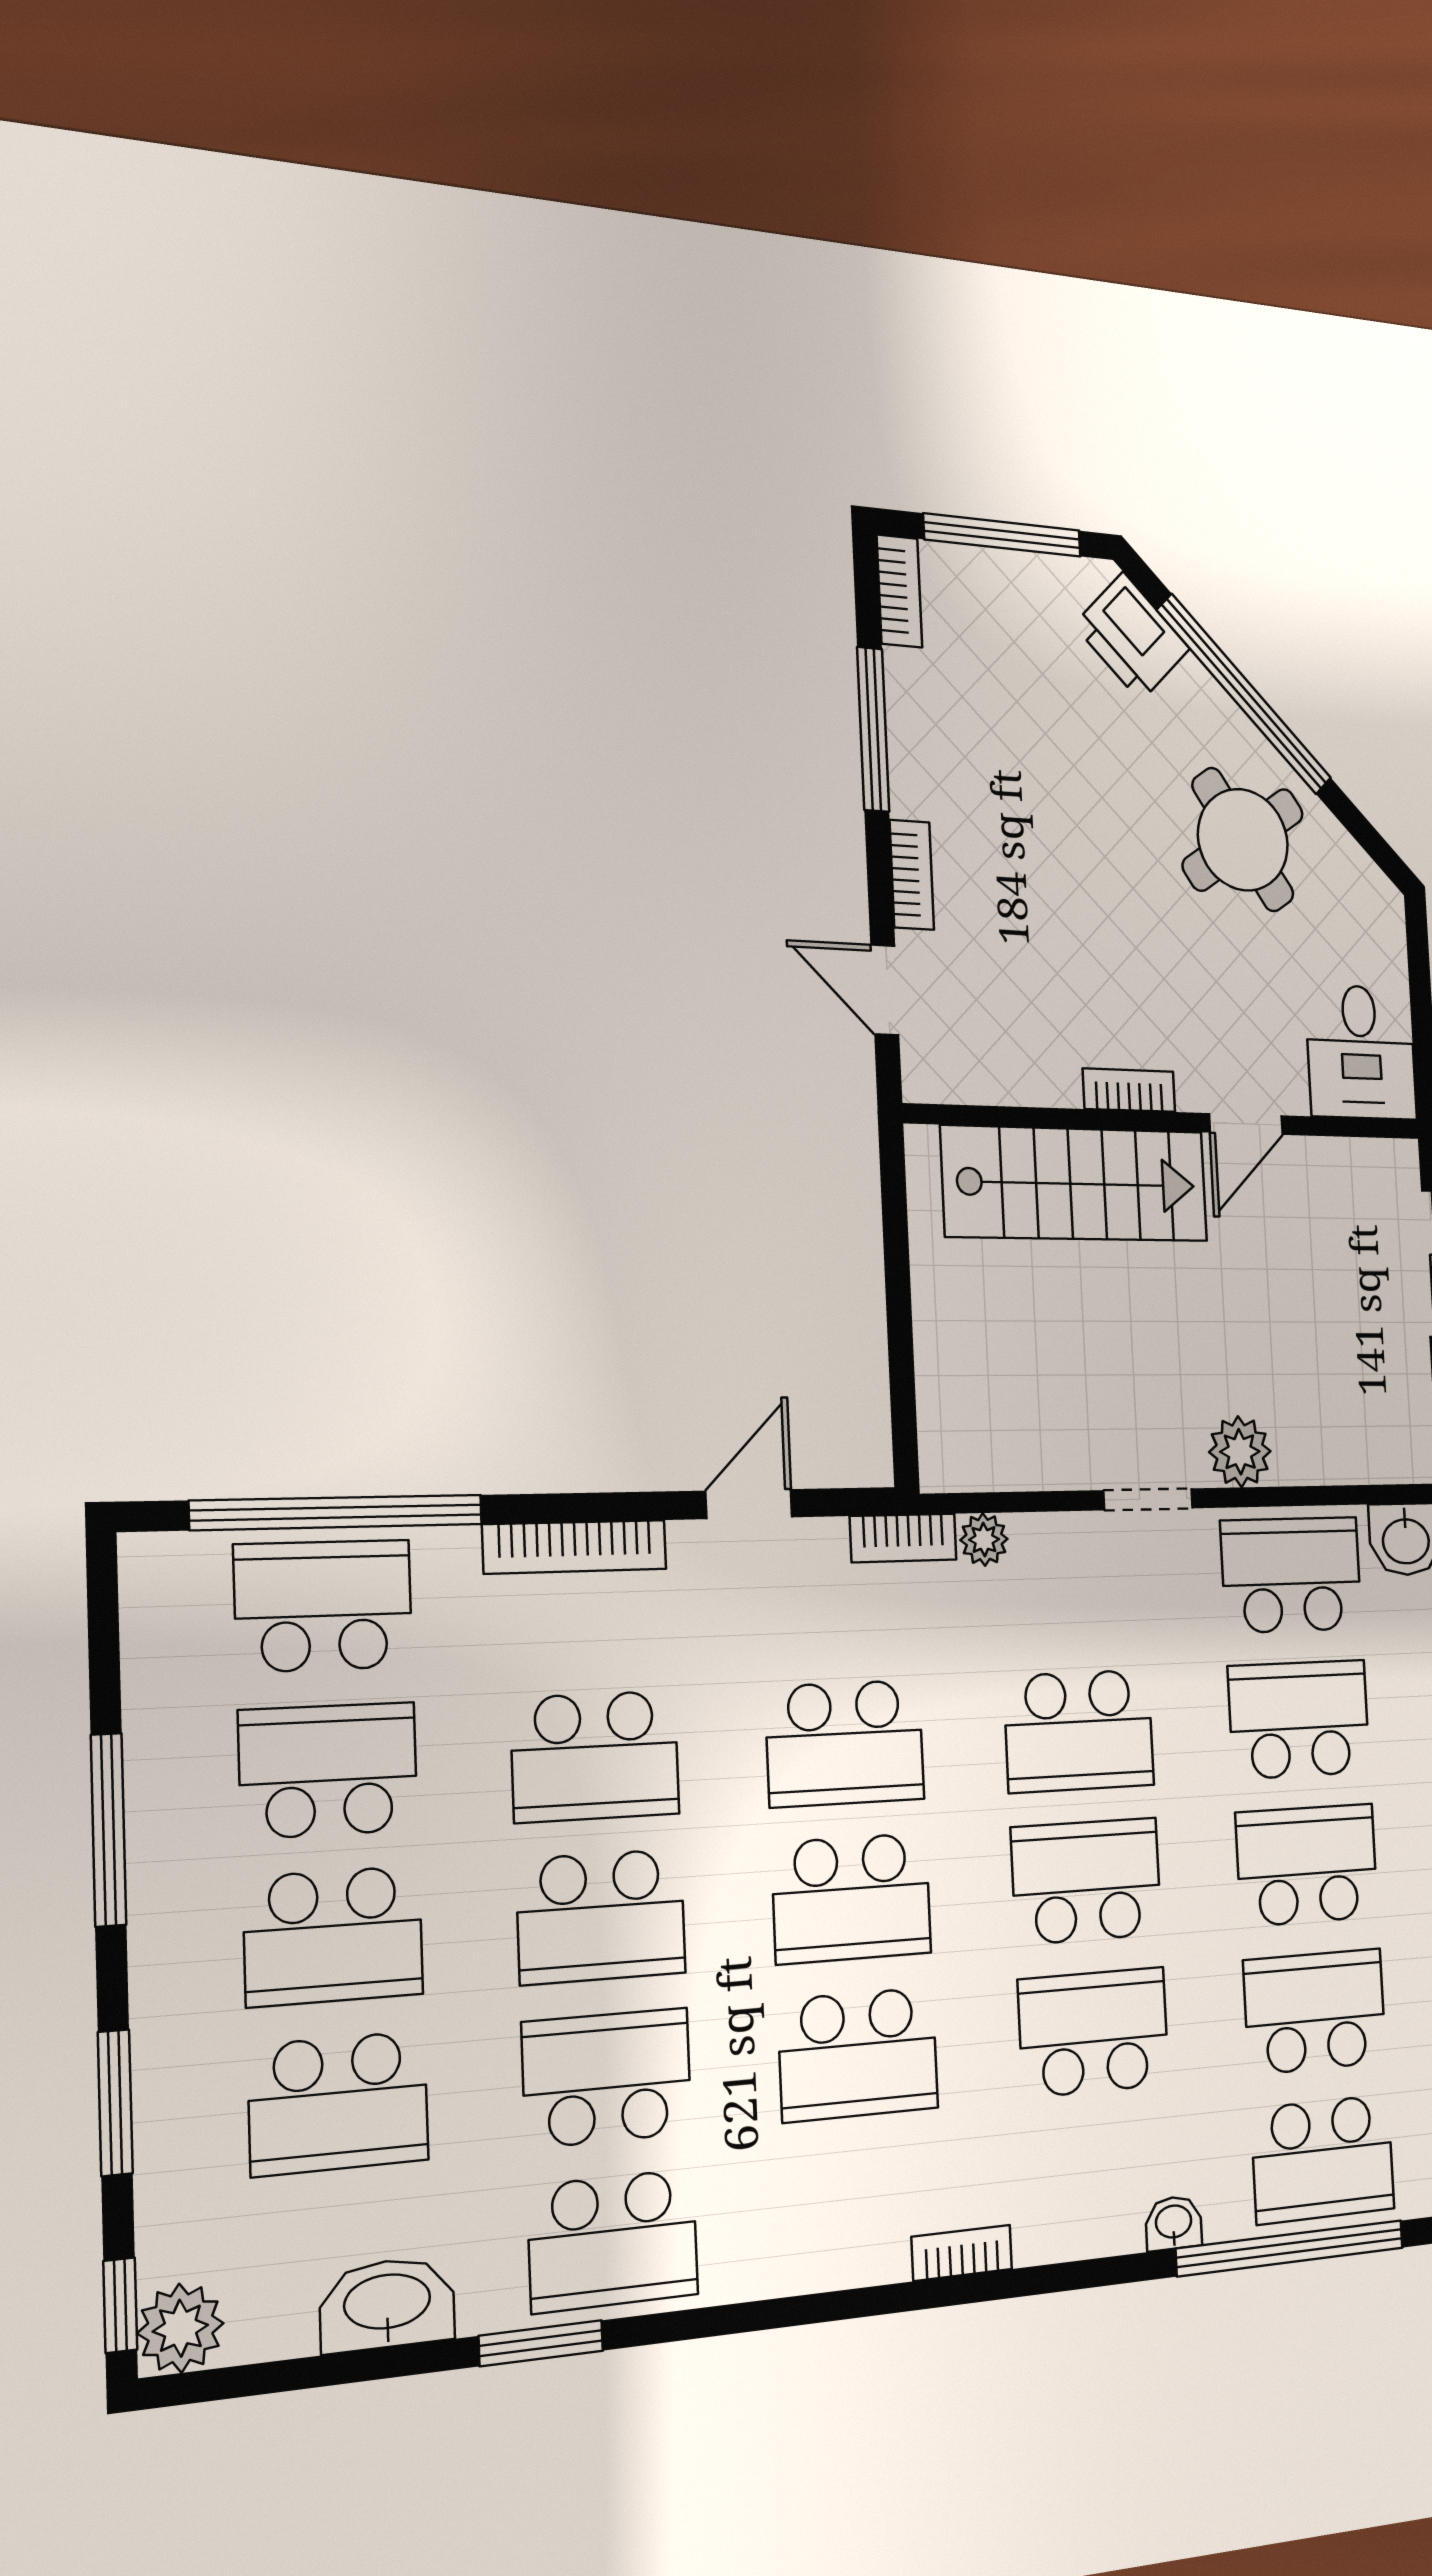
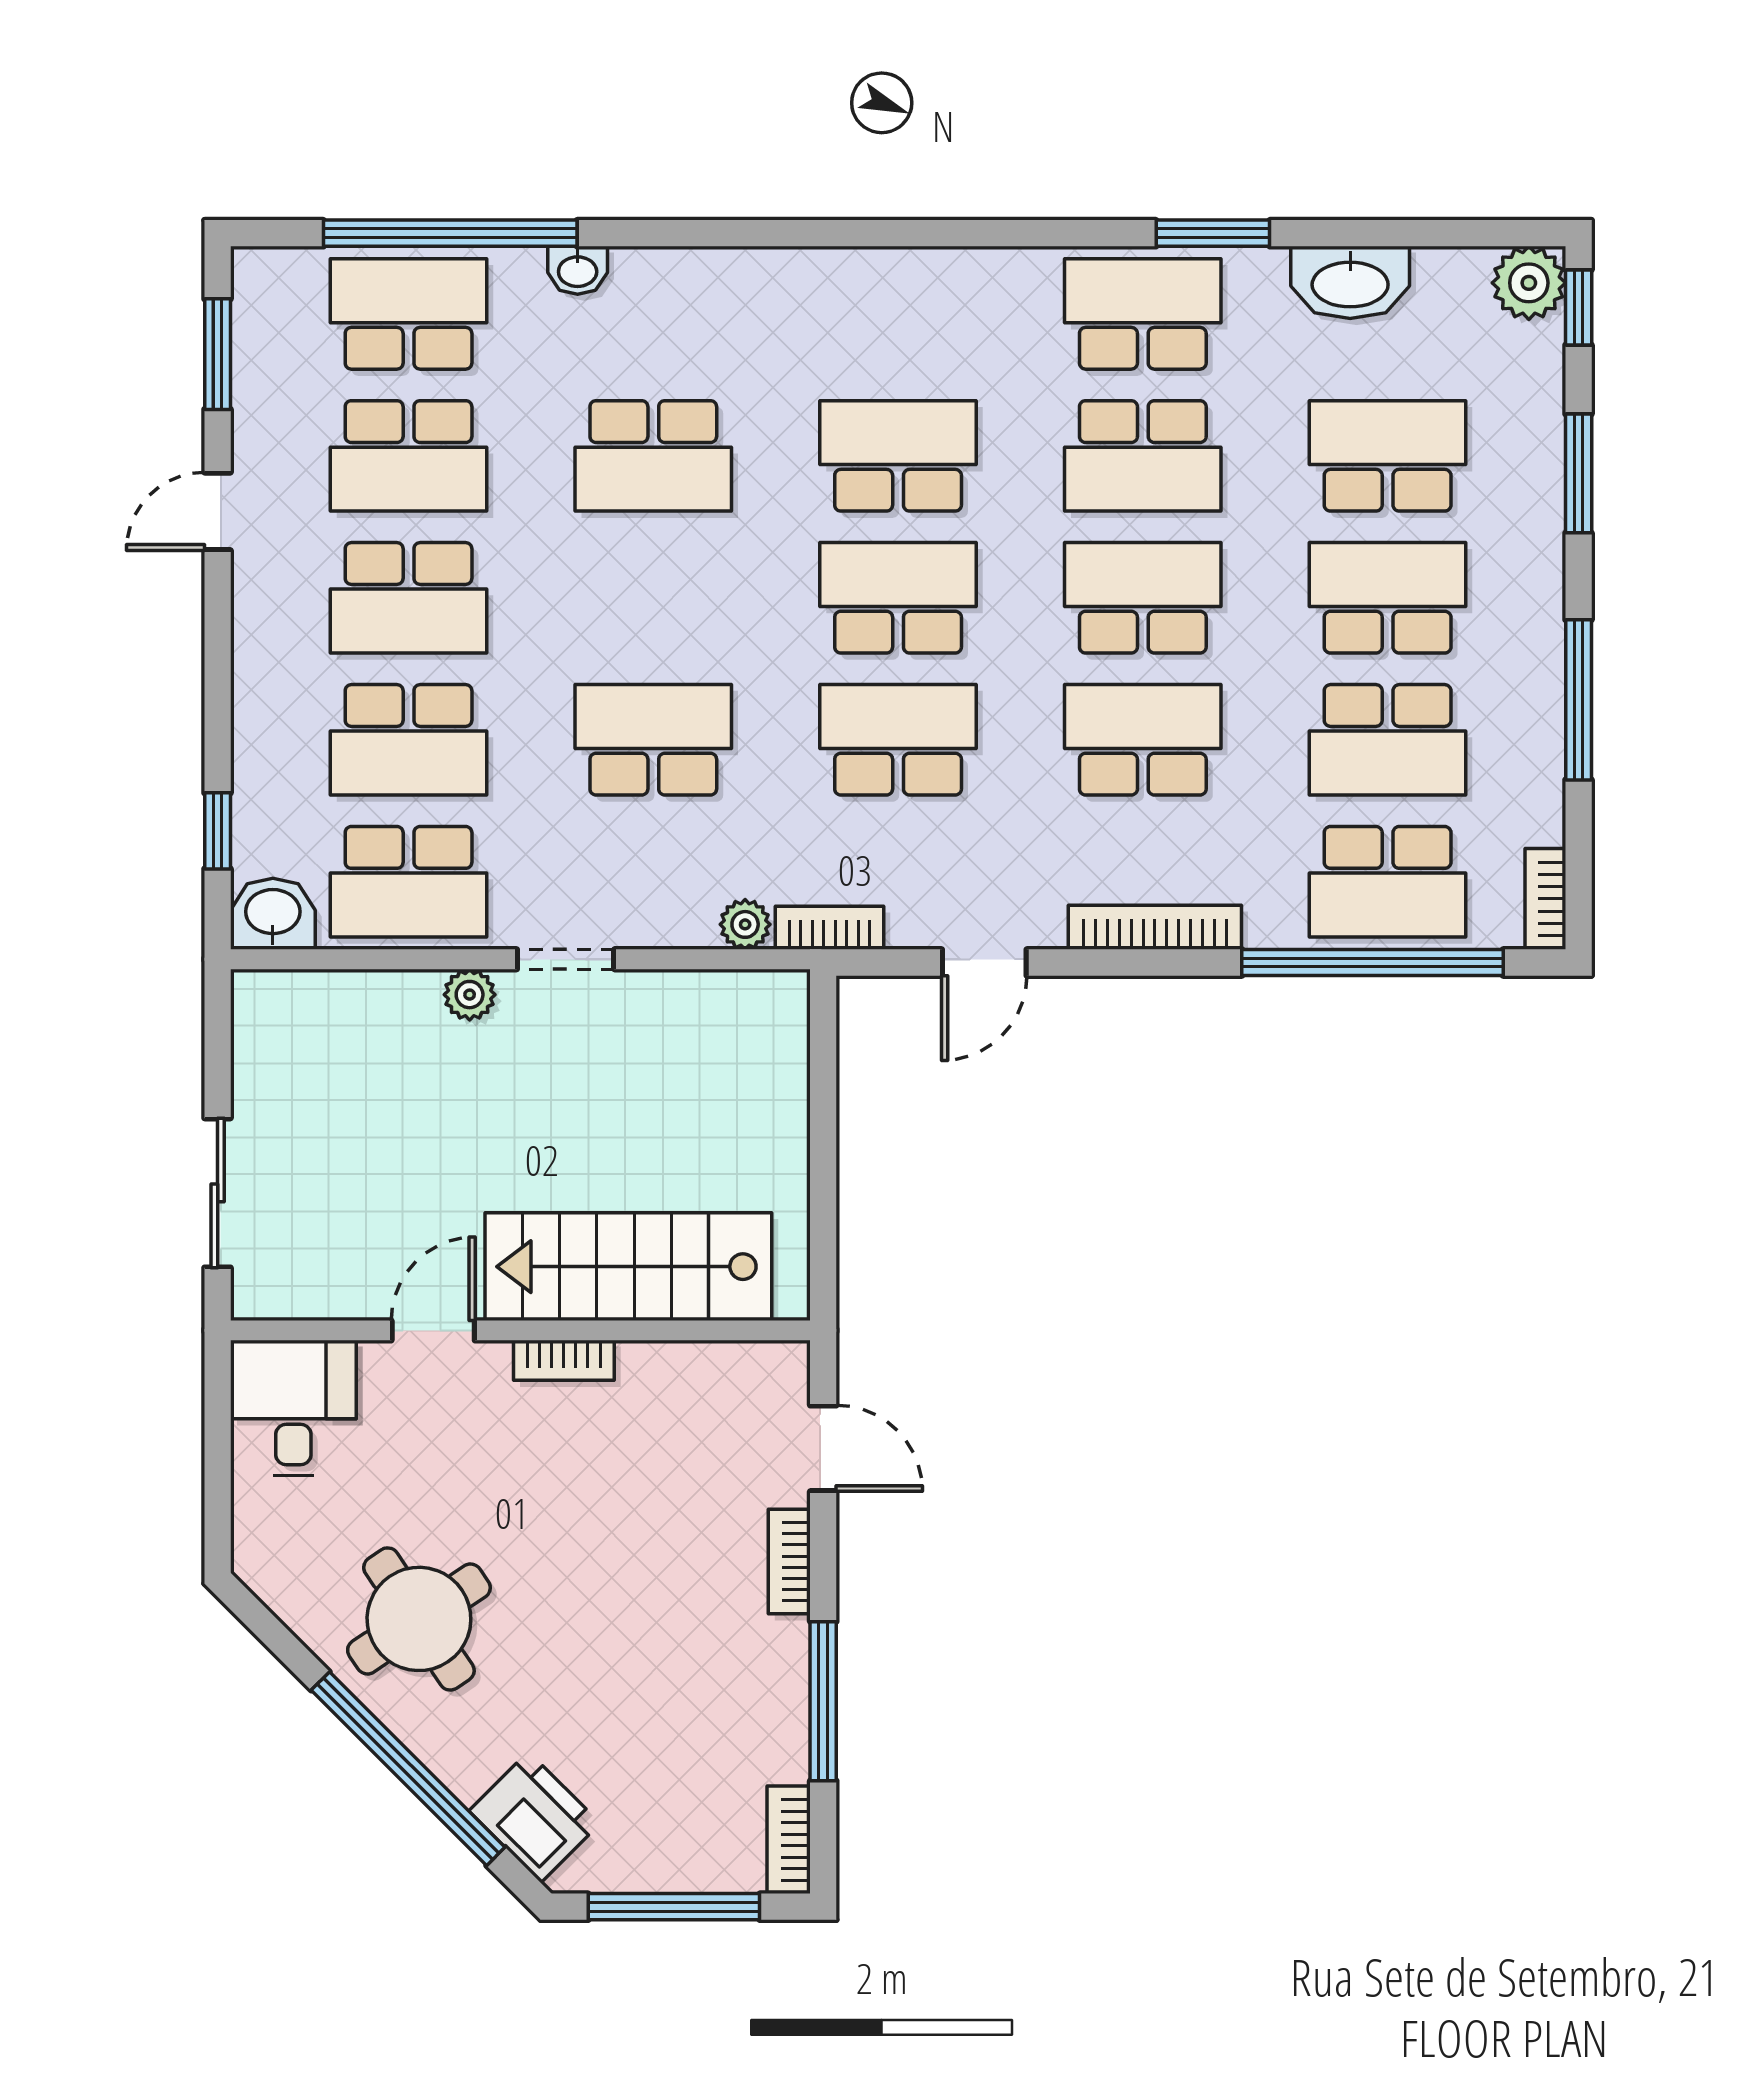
plant: (1240, 1452) -> (470, 995), width x0.73, depth x0.73
school desk: (1086, 1881) -> (653, 598), removed
bookcase: (962, 2253) -> (1545, 899), moved, turned 90

